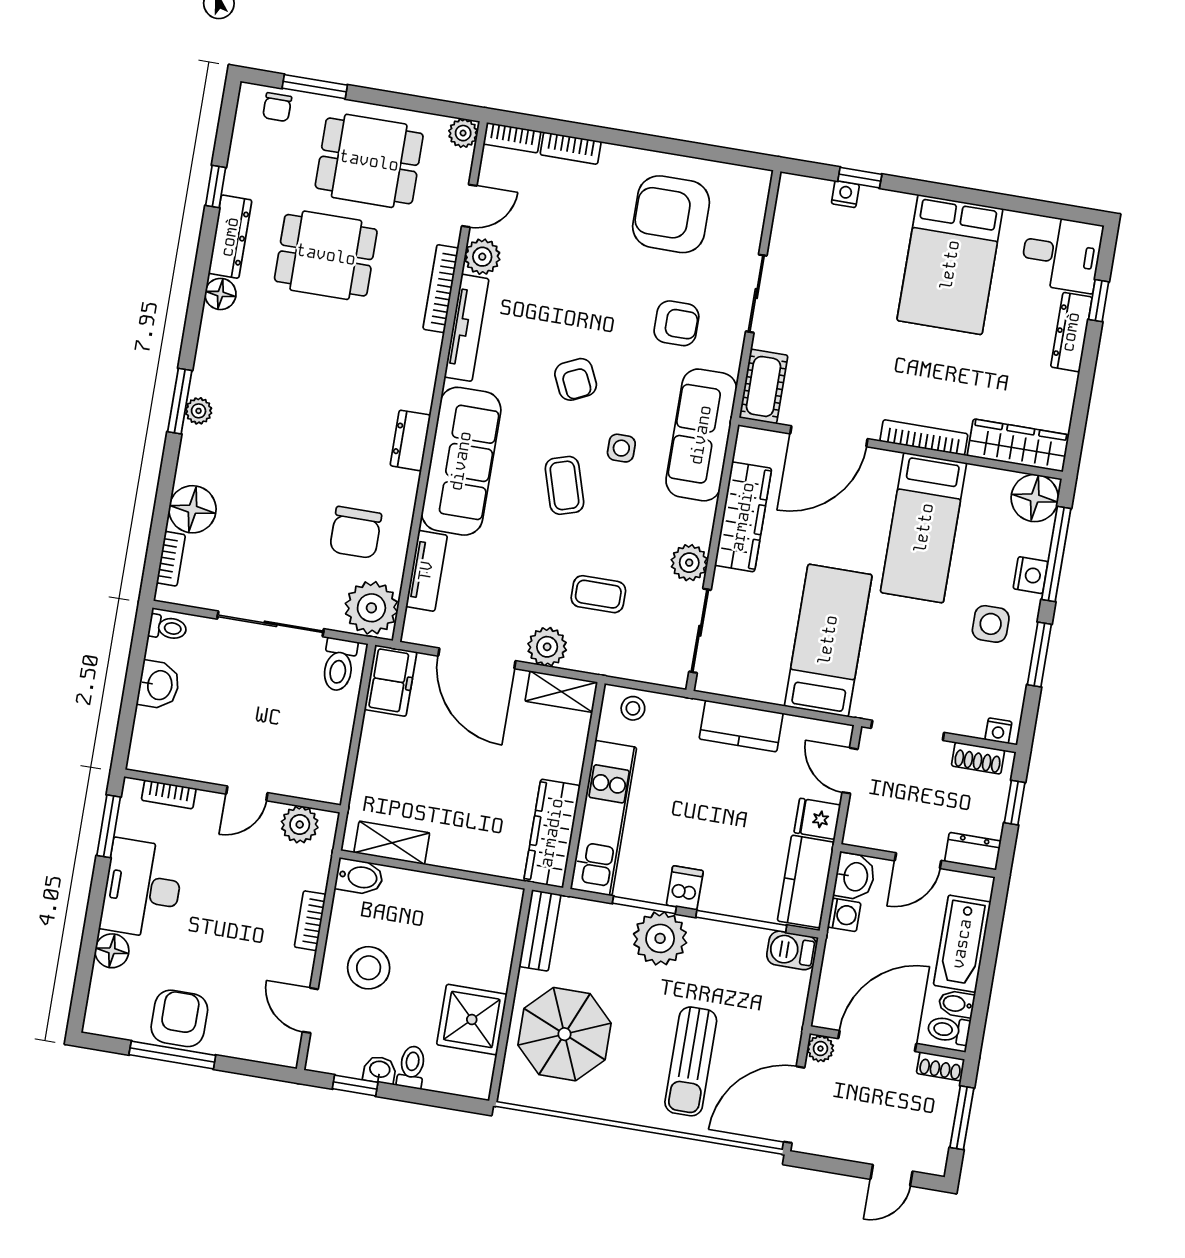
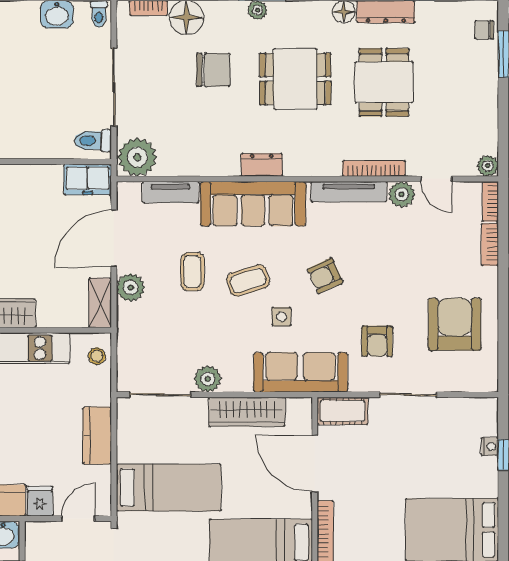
dining table: (369, 161) -> (295, 79), moved, turned 90
chair: (356, 532) -> (213, 70), moved, turned 180
coffee table: (598, 594) -> (192, 272), moved

